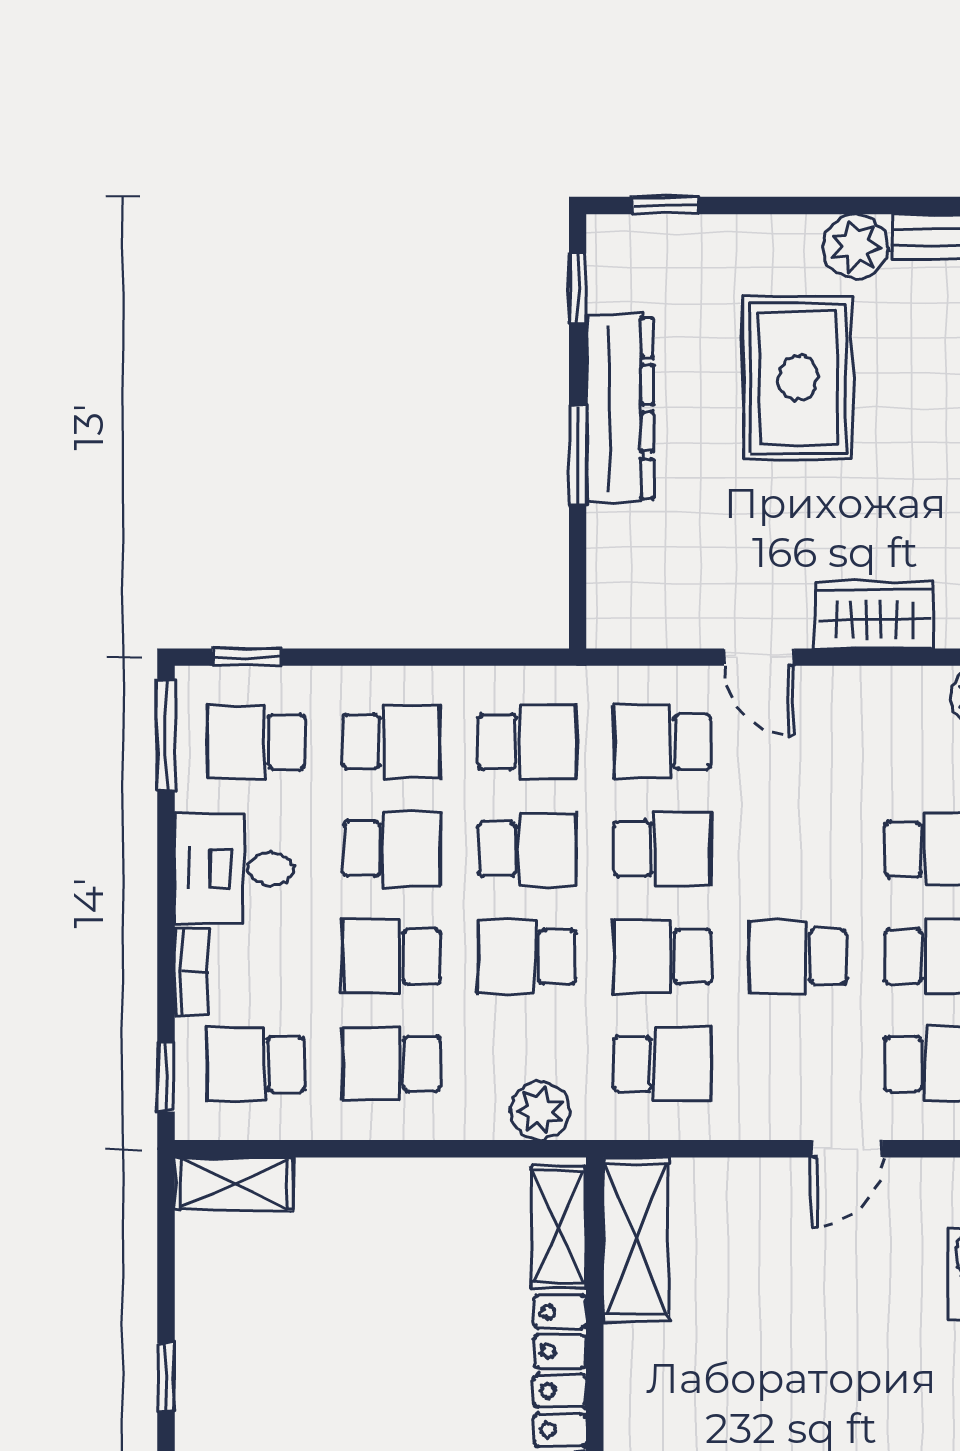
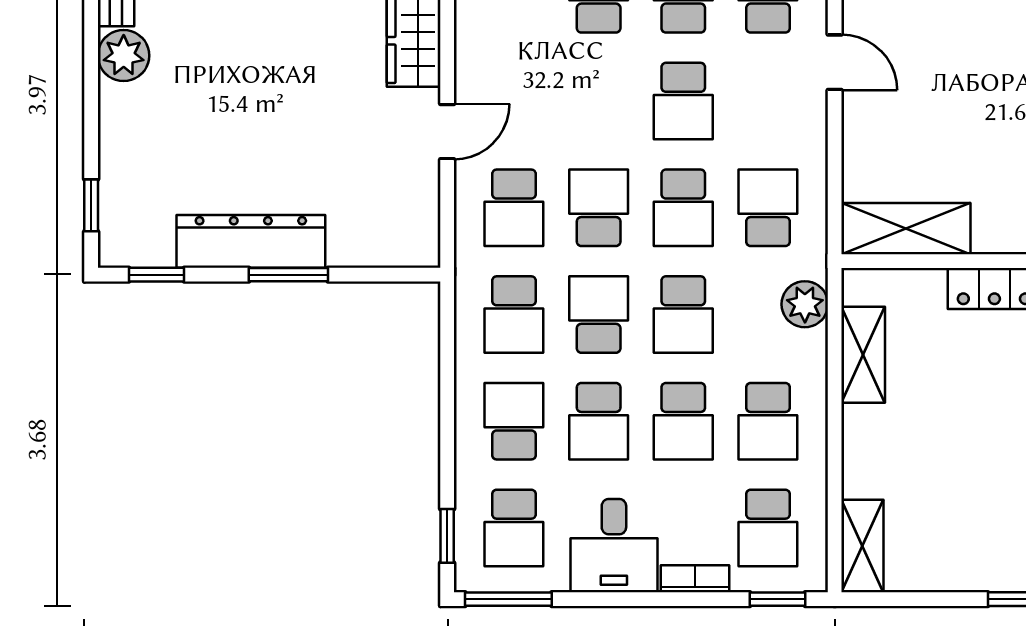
rug: (798, 378) -> (227, 101), removed
school desk: (527, 742) -> (514, 315), turned 180
school desk: (392, 849) -> (599, 421), turned 180
shelving: (559, 1227) -> (863, 355), moved, turned 90

